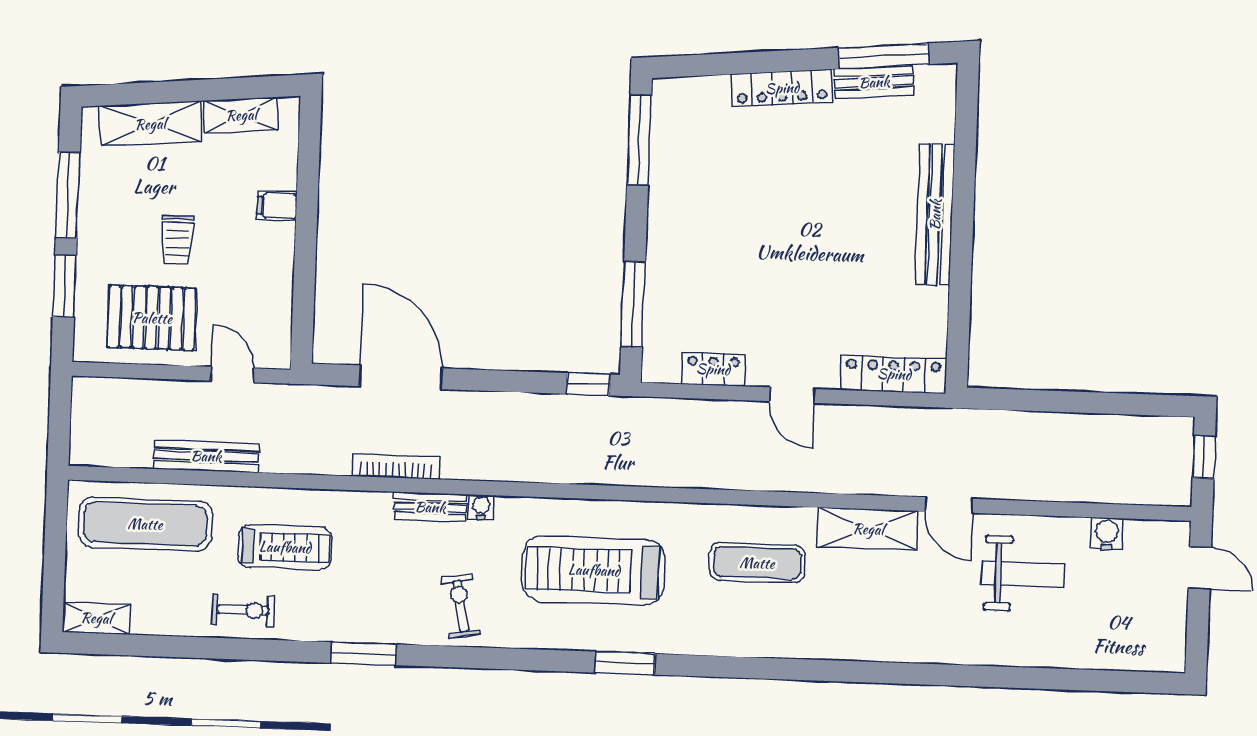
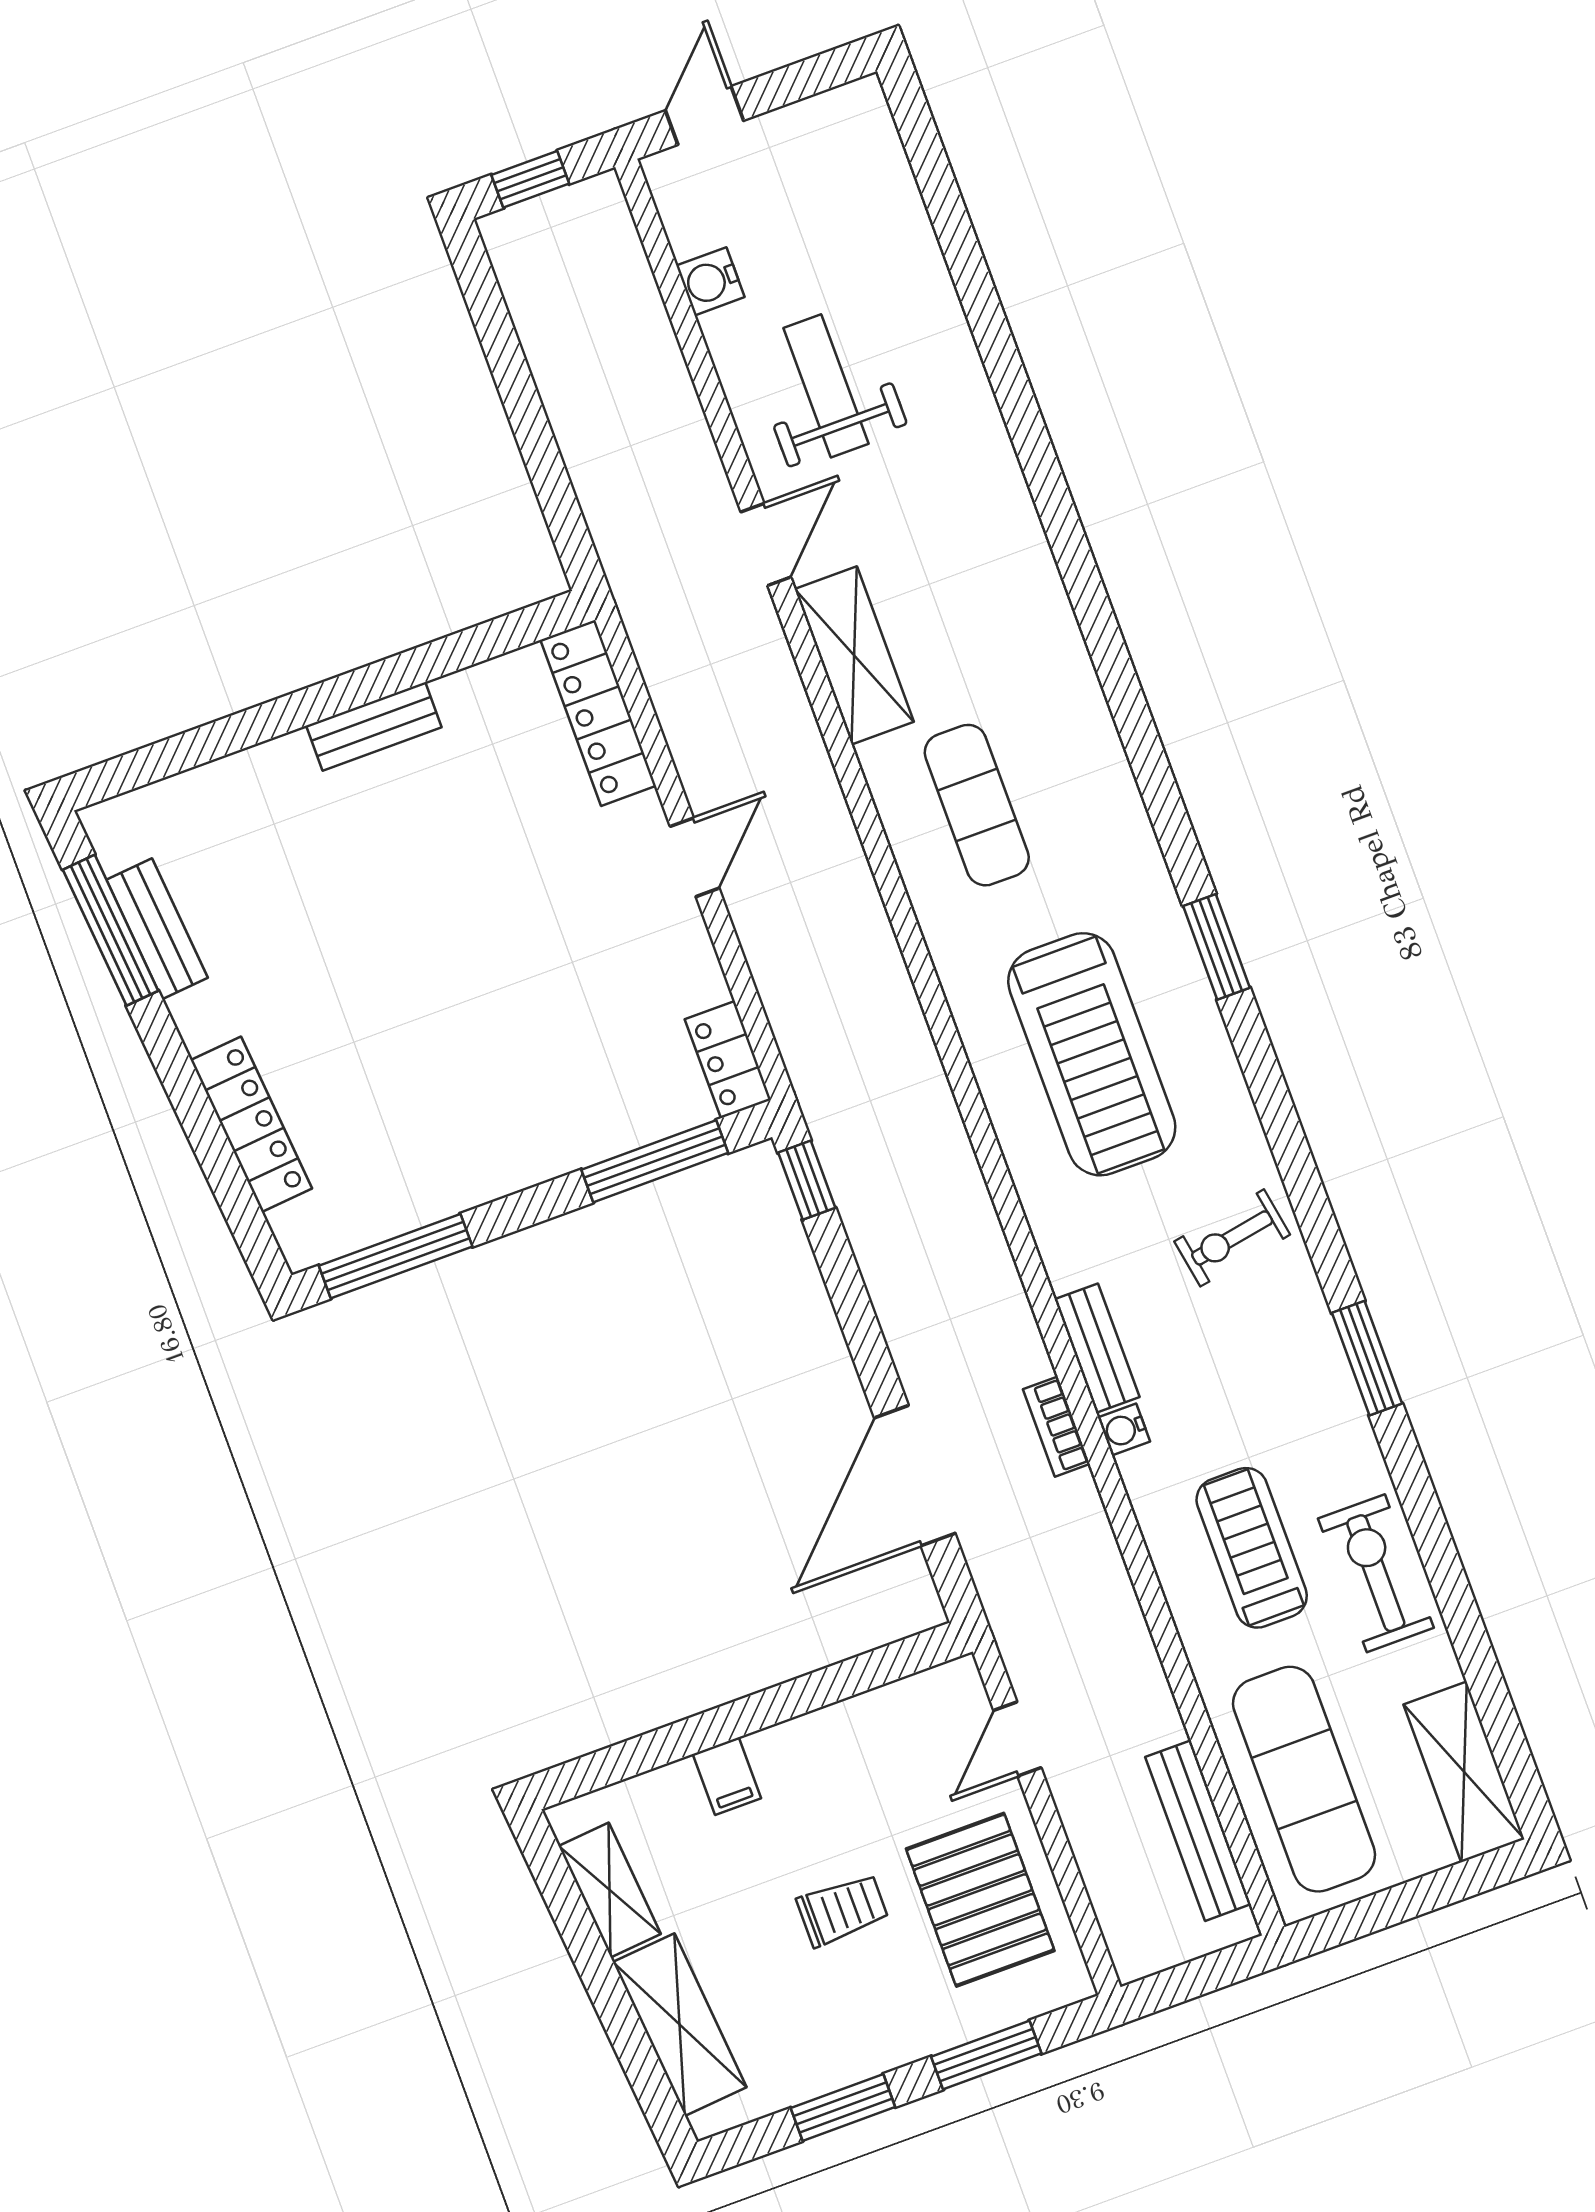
locker: (782, 88) -> (251, 1124), moved
window: (68, 195) -> (843, 2107), width x0.69
bench: (935, 215) -> (374, 726), width x0.54, depth x0.82
locker: (713, 369) -> (728, 1060), moved
bench: (206, 456) -> (1198, 1831), moved
bookcase: (396, 467) -> (1056, 1427), width x0.64
water cooler: (481, 507) -> (1124, 1429), moved
exercise bike: (243, 610) -> (1376, 1573), width x1.38, depth x1.39
shelving: (96, 618) -> (1464, 1772), width x1.50, depth x1.33

